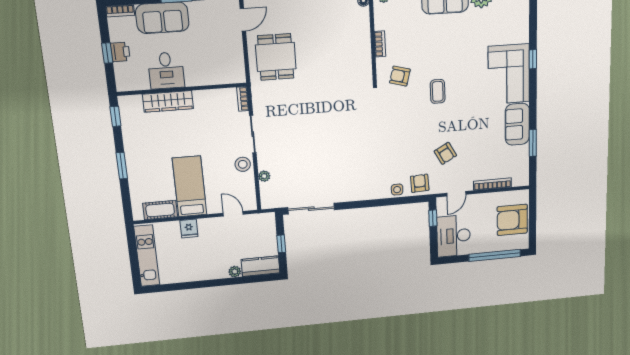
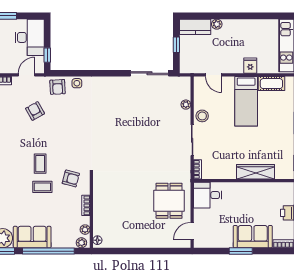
plant: (380, 13) -> (85, 230), added
coffee table: (434, 63) -> (42, 187), added
desk: (166, 71) -> (208, 195), moved, turned -90

